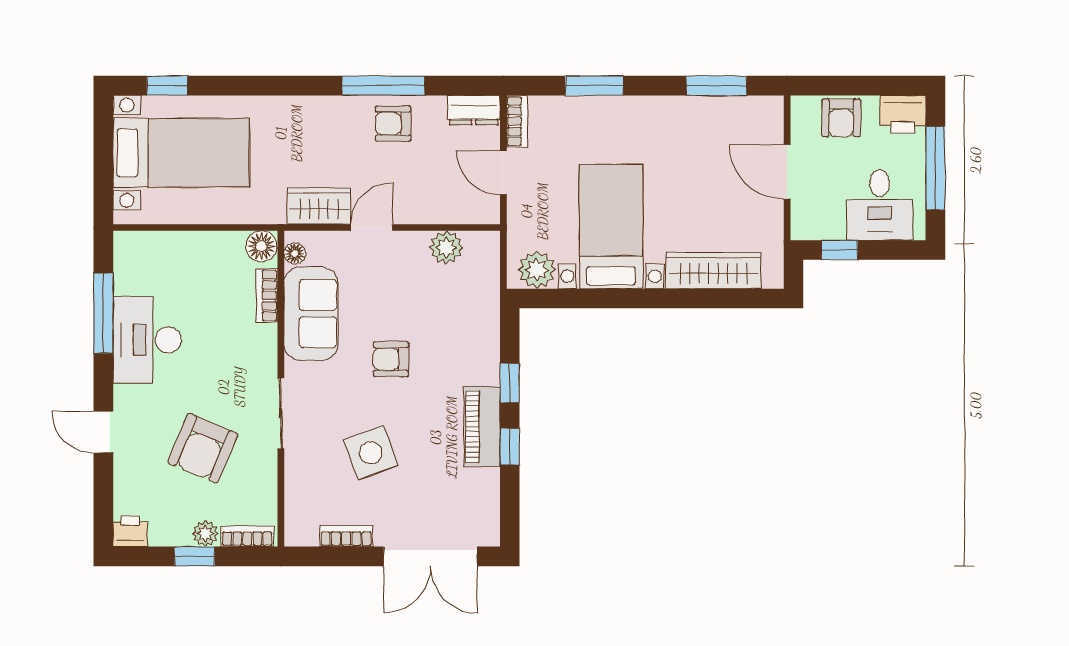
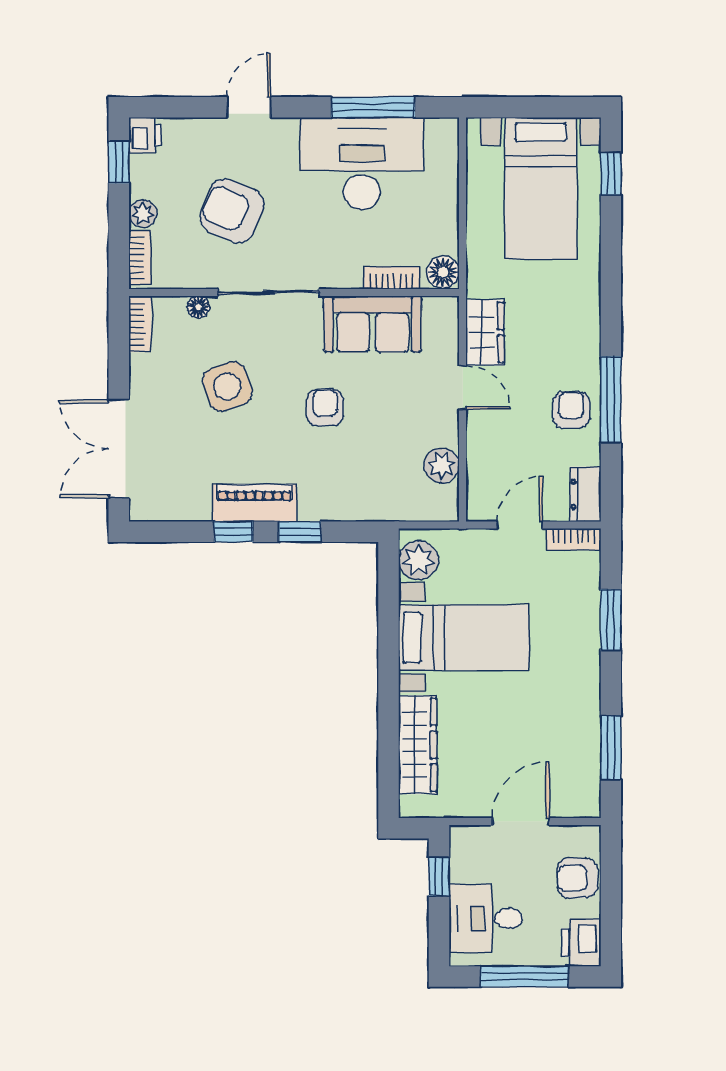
floor lamp: (295, 254) -> (198, 307), moved
desk: (147, 340) -> (362, 164), width x1.36, depth x1.30
sliding door: (281, 413) -> (268, 292), width x1.37
bookcase: (346, 536) -> (140, 324), moved
window: (195, 556) -> (119, 162), moved

